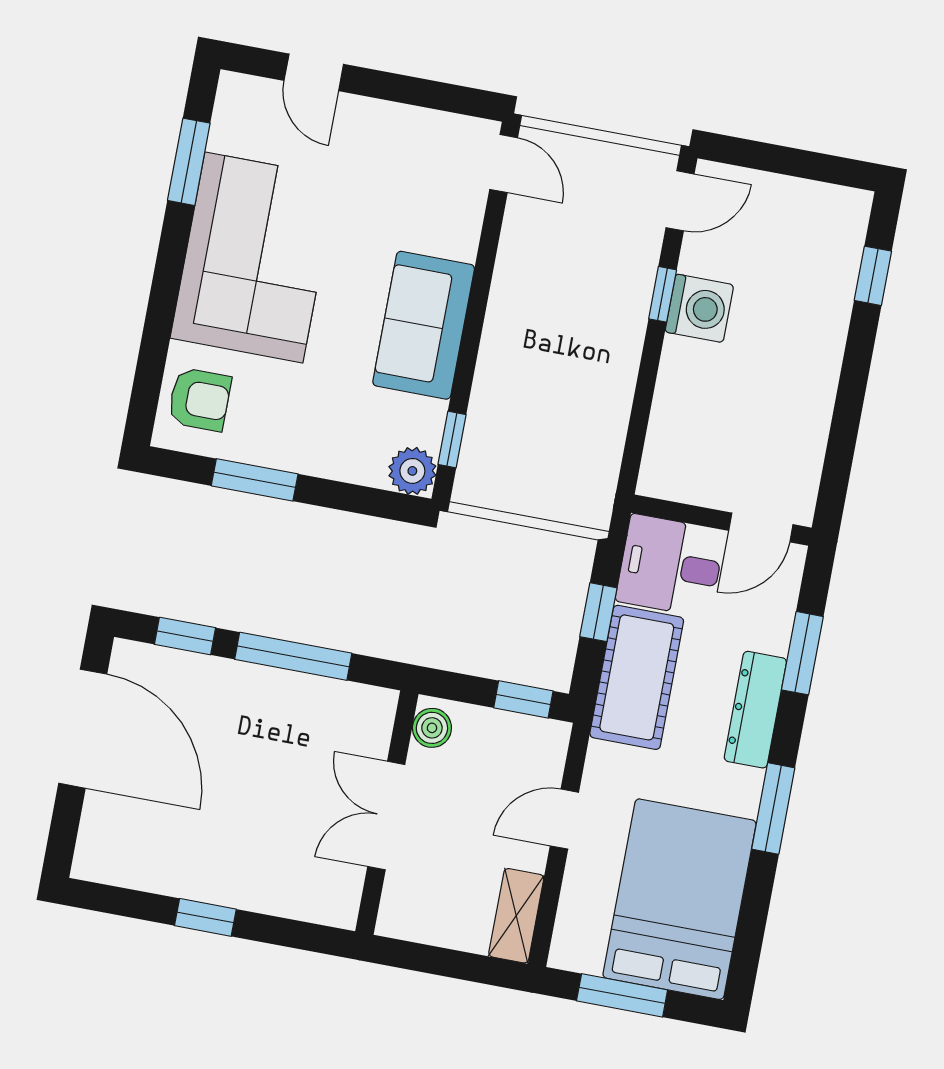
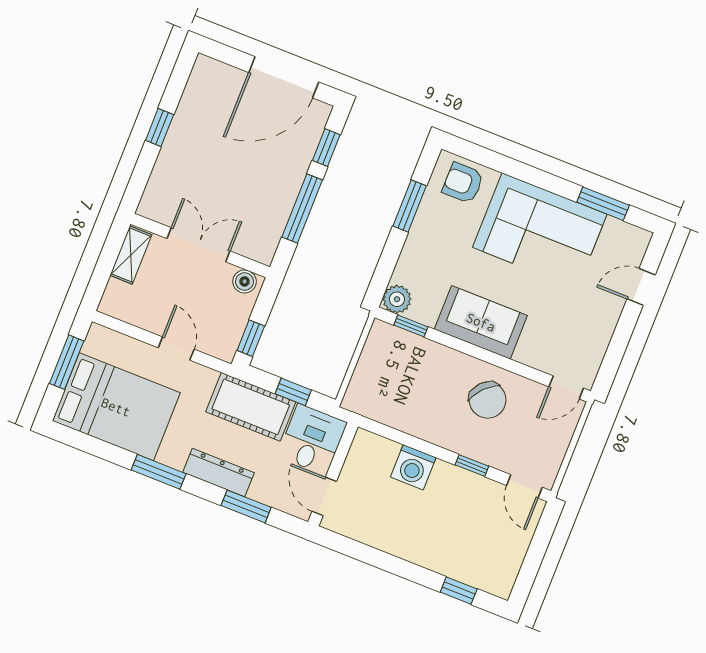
chair: (550, 289) -> (488, 400), added
washing machine: (699, 308) -> (413, 467), moved
armchair: (200, 399) -> (463, 183), turned 90
shelving: (516, 916) -> (131, 255), moved, turned 90

